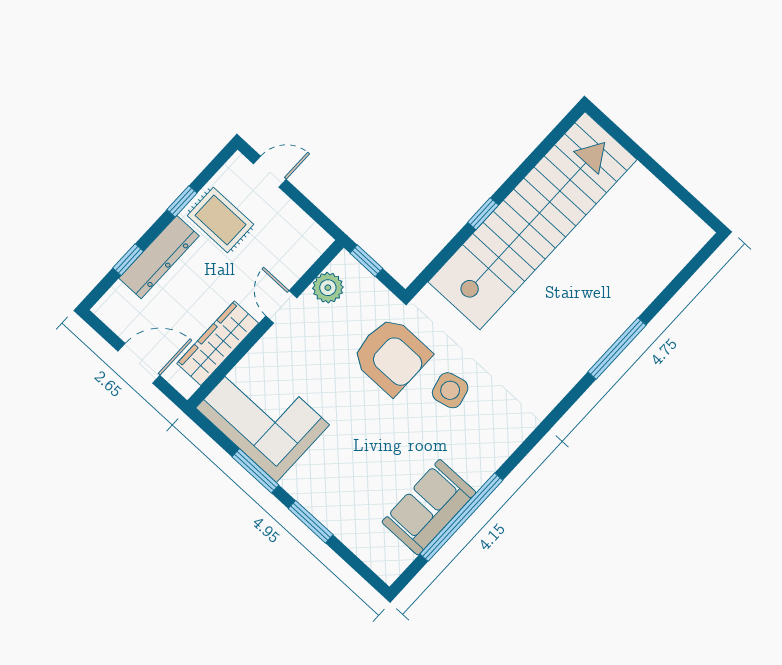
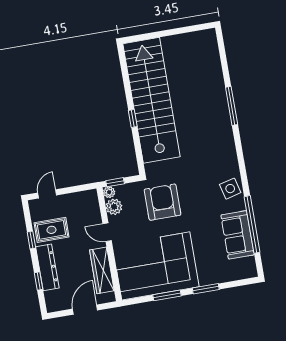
plant: (344, 263) -> (109, 192), added
armchair: (391, 356) -> (163, 202), turned -90
side table: (450, 390) -> (230, 189), moved
corner sofa: (263, 416) -> (156, 266), width x1.36, depth x1.36

